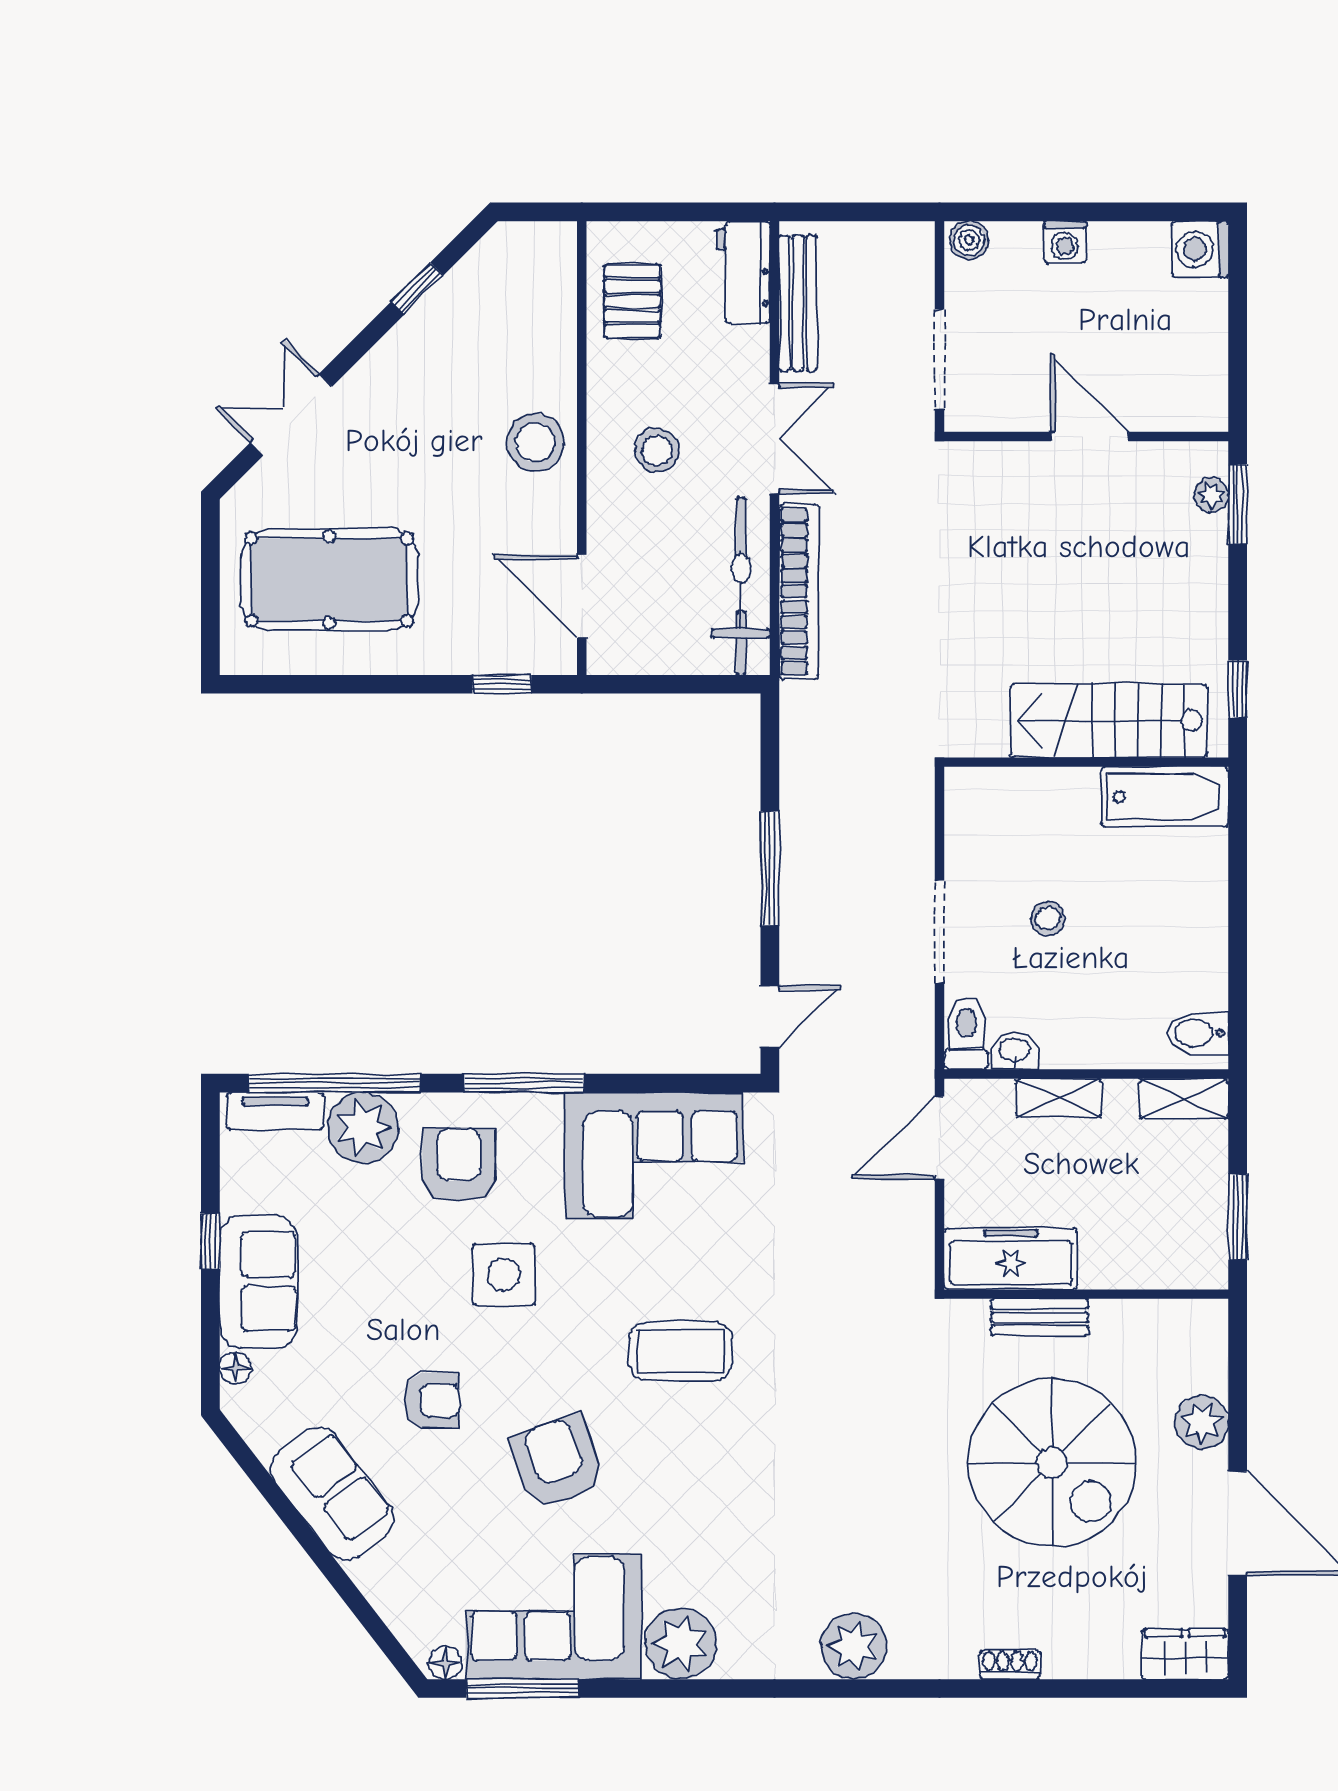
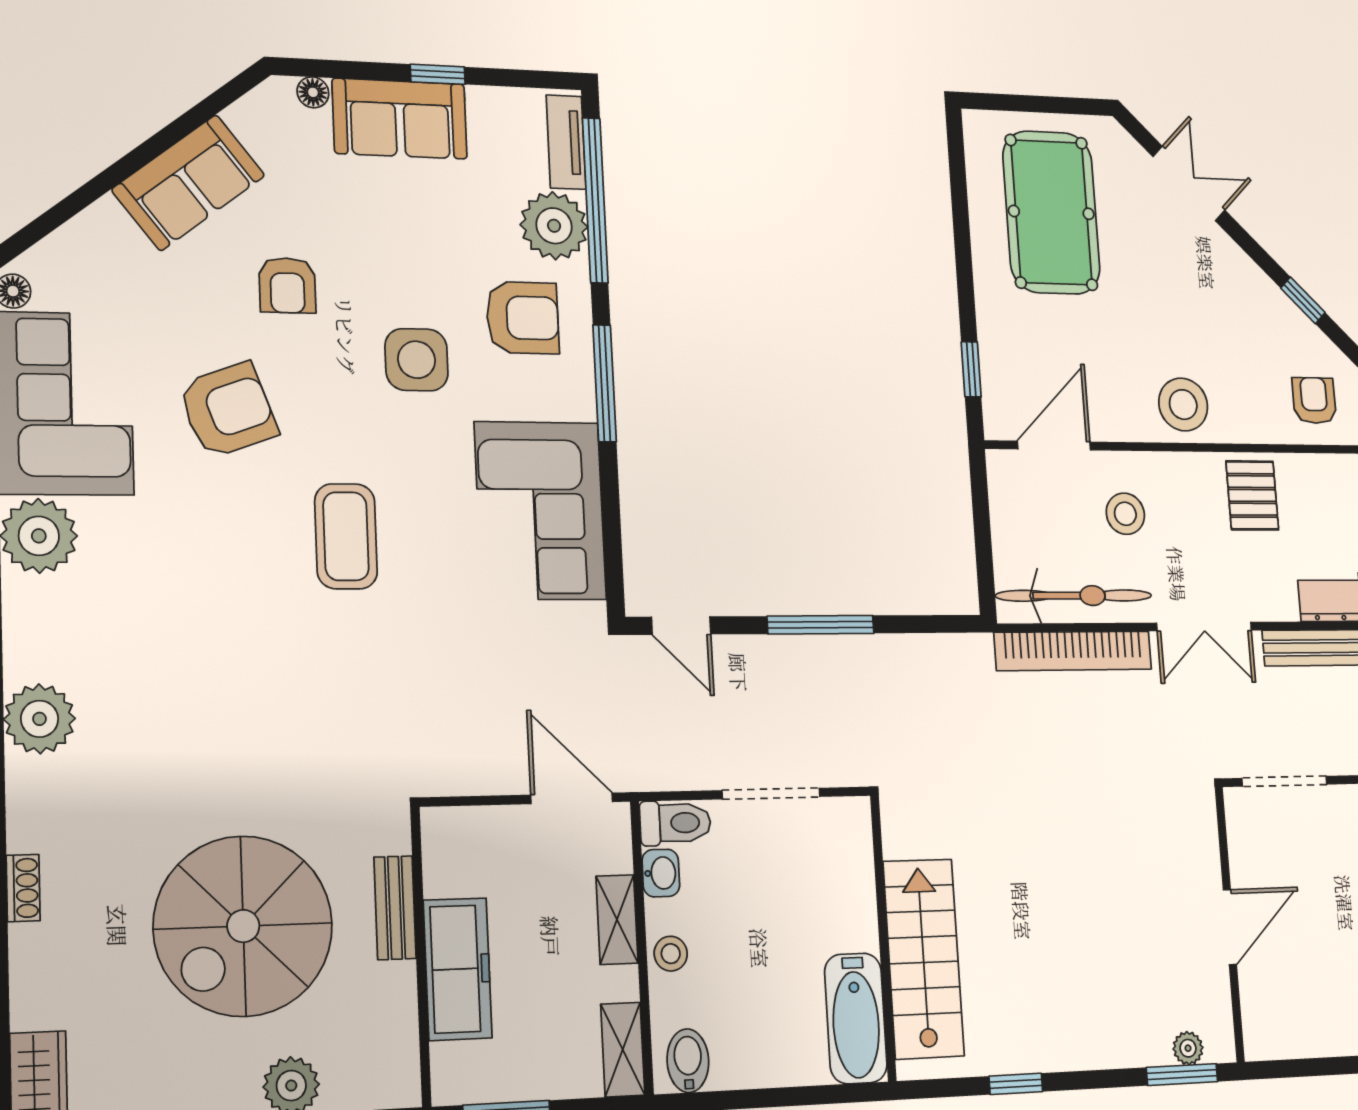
armchair: (528, 285) -> (1314, 400), added
pallet: (632, 301) -> (1252, 495), moved, turned 90
stool: (657, 450) -> (1125, 514), moved
stairs: (1109, 720) -> (924, 959), moved
wall: (1086, 762) -> (883, 938), moved
bathtub: (1165, 797) -> (856, 1018), moved
stool: (1048, 918) -> (671, 954), moved
freezer: (1011, 1259) -> (458, 969), moved

